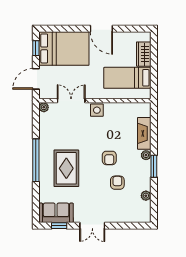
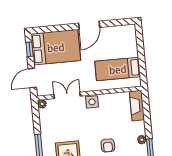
door: (101, 29) -> (89, 25), hinge flipped
wardrobe: (144, 54) -> (131, 45), removed
fireplace: (144, 133) -> (137, 106), moved

